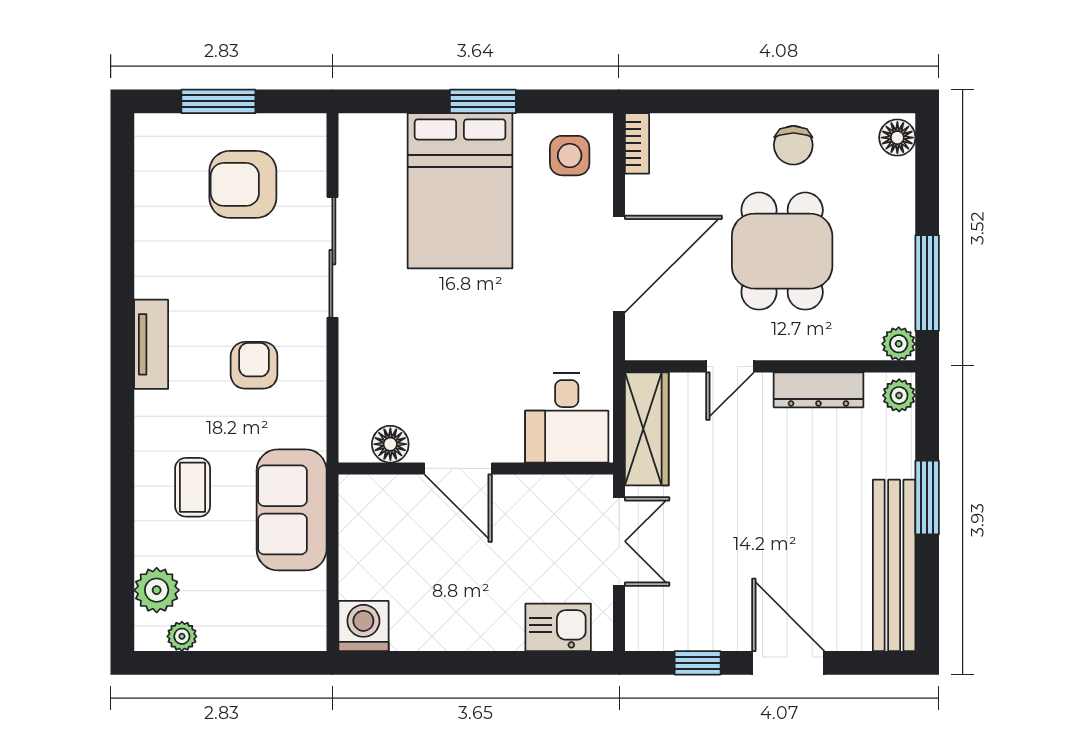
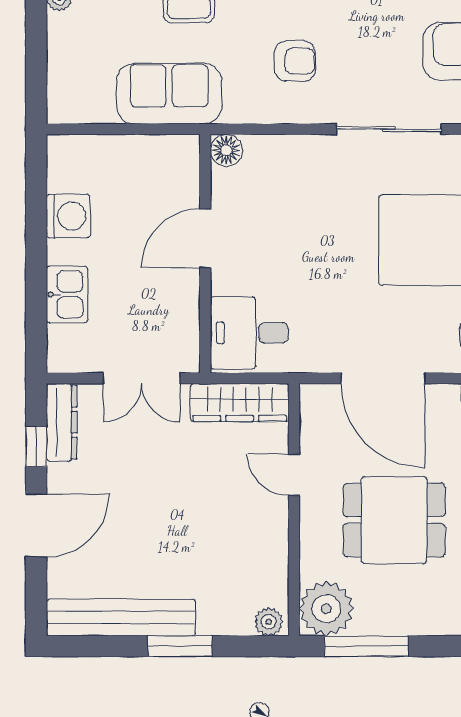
plant: (899, 344) -> (326, 609), width x1.87, depth x1.87
dresser: (818, 390) -> (62, 422), moved, turned 180
floor lamp: (390, 444) -> (226, 150), moved
washing machine: (363, 626) -> (68, 216), moved
kitchen sink: (558, 627) -> (67, 294), moved

